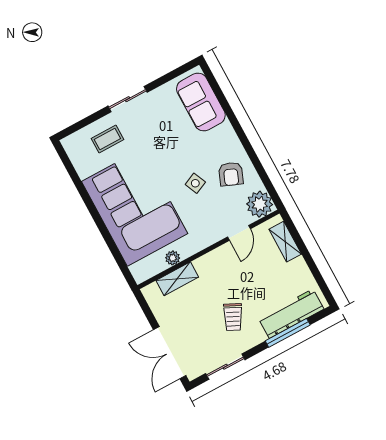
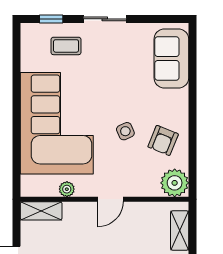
window: (83, 123) -> (51, 19), added
door: (239, 233) -> (111, 199), moved
shelving: (177, 279) -> (41, 211), moved

